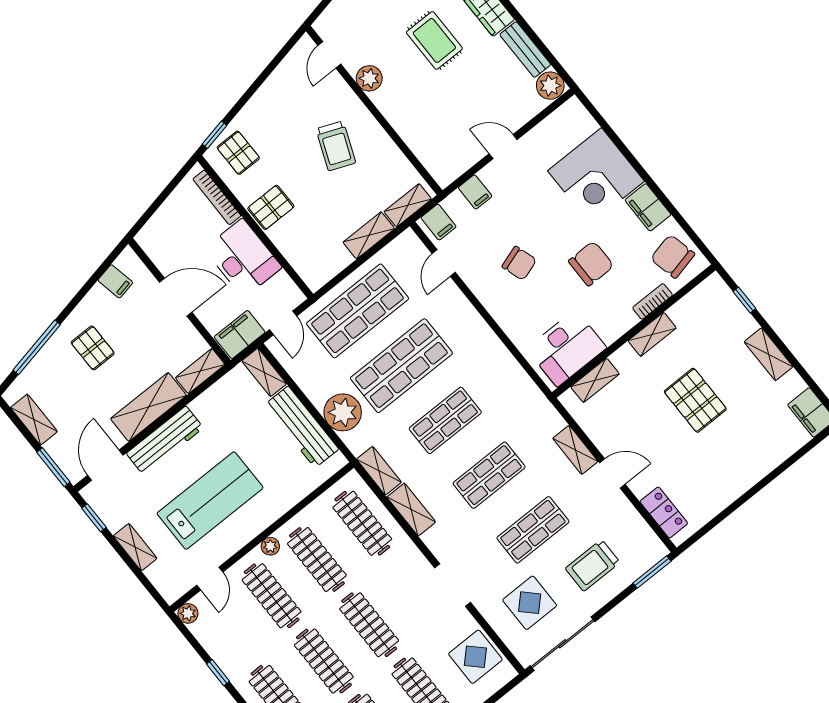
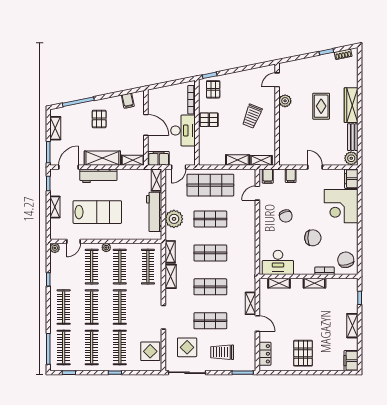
filing cabinet: (648, 207) -> (351, 179), moved
shop shelf: (401, 366) -> (210, 219), width x0.70, depth x0.74
pallet: (695, 400) -> (303, 353), moved

